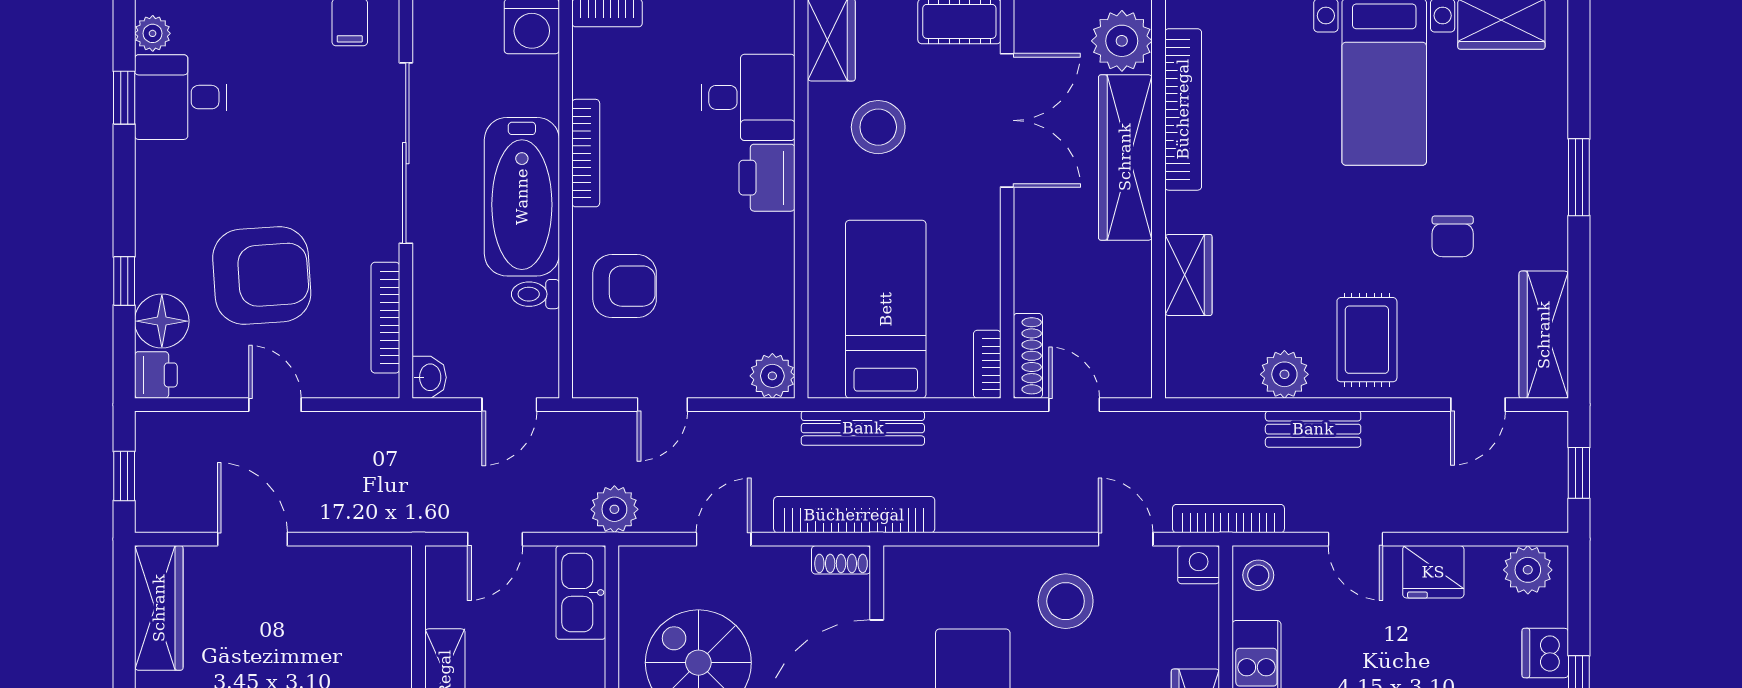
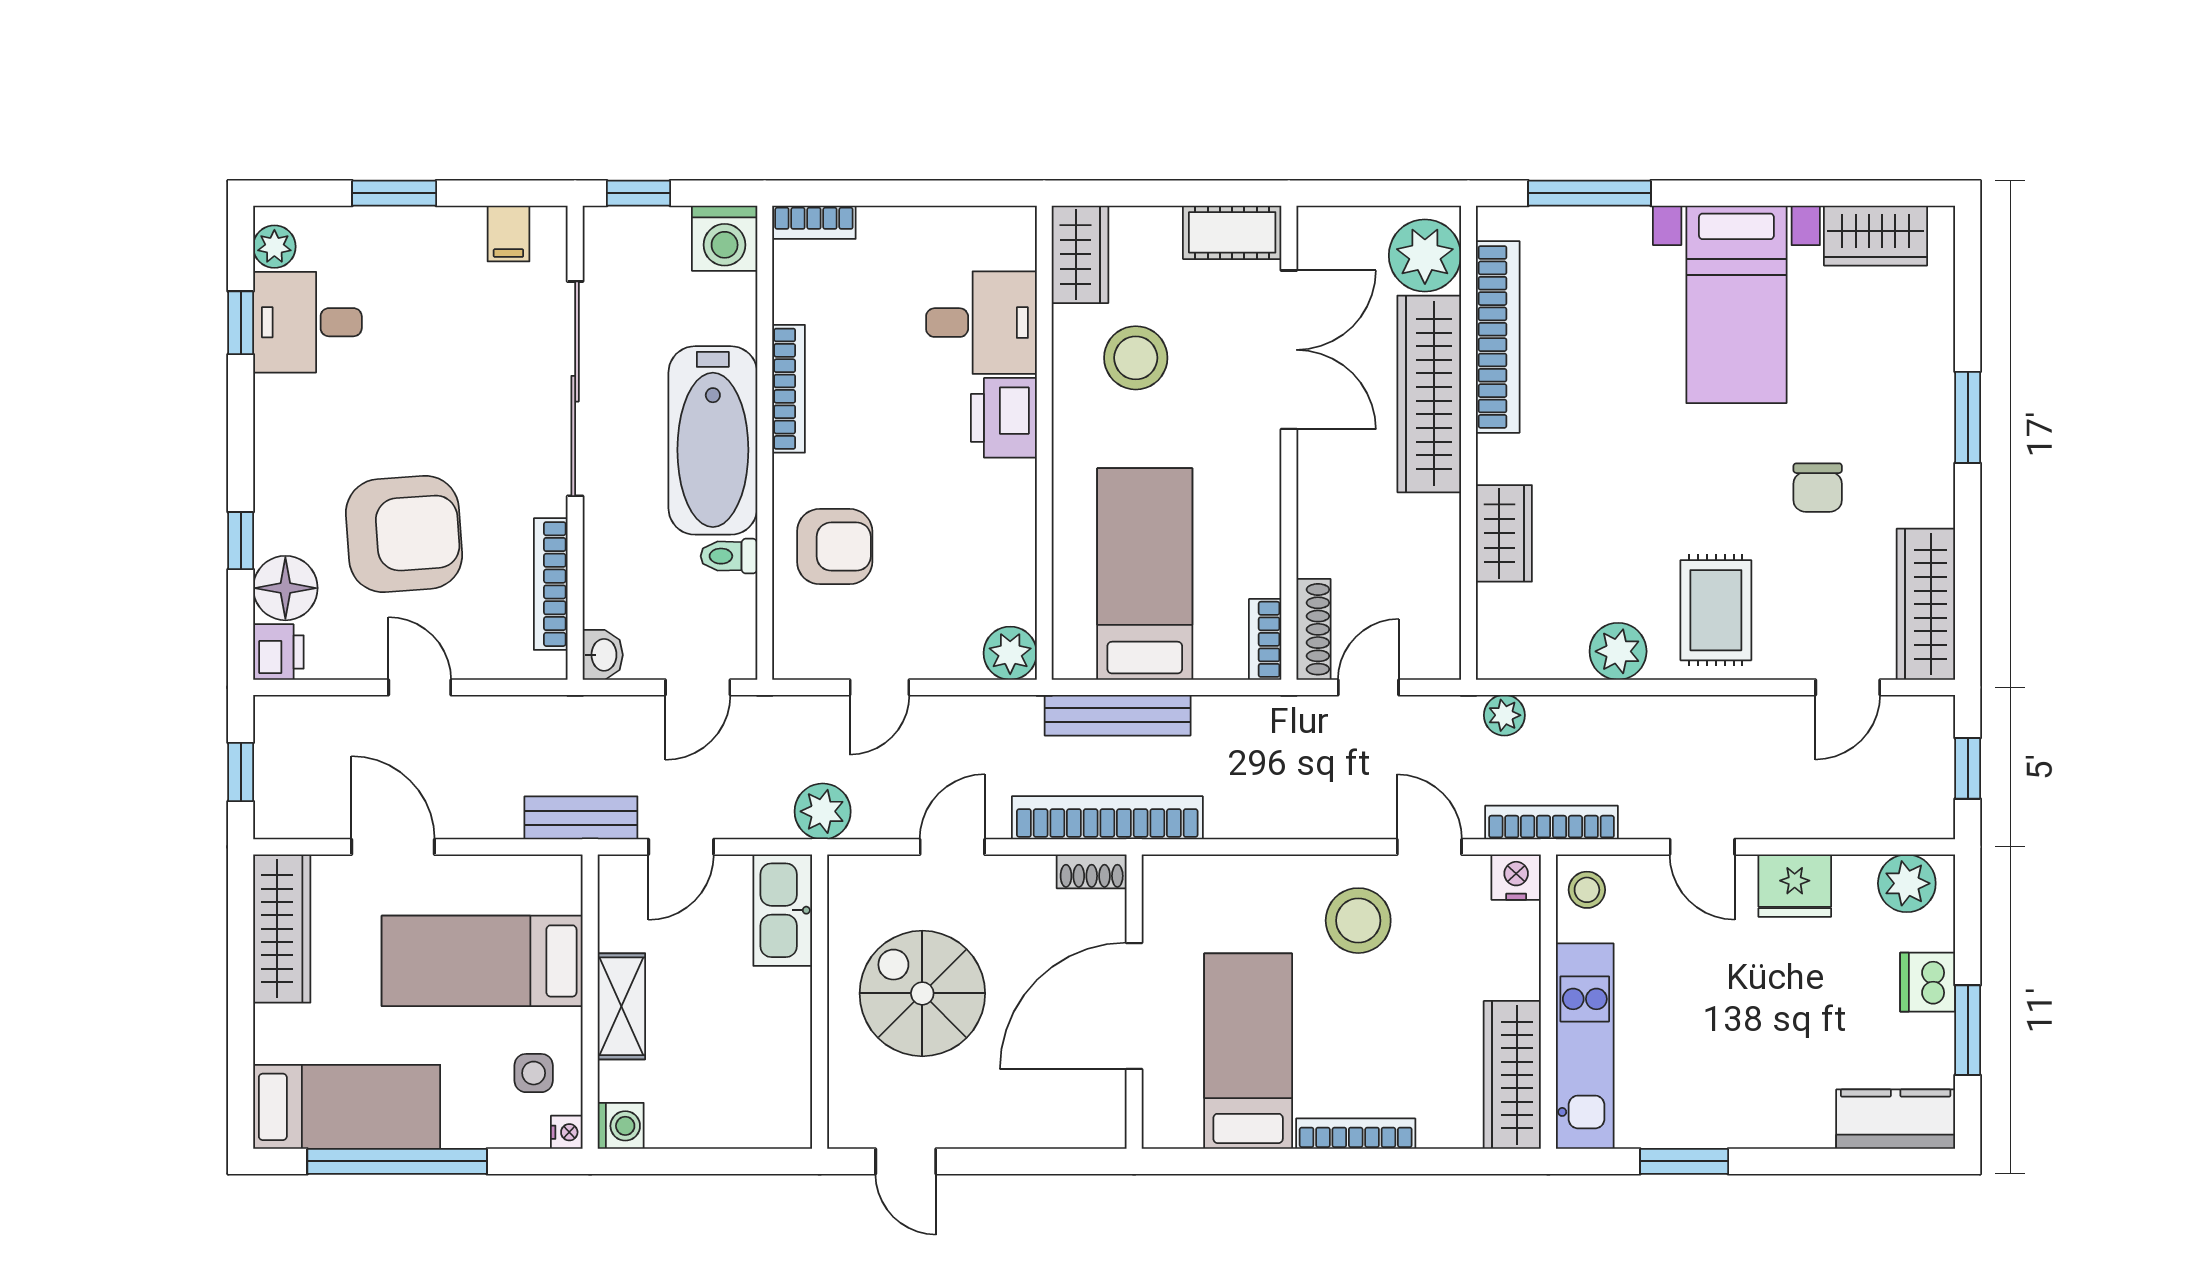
door: (1074, 405) -> (1368, 687), hinge flipped
plant: (1189, 428) -> (1504, 715), added
bench: (1313, 429) -> (581, 818), moved
bed: (328, 635) -> (482, 961), added

